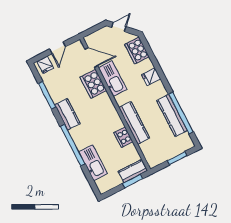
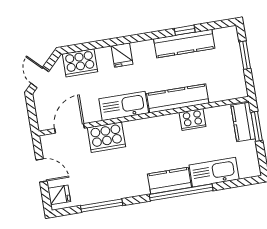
kitchen sink: (112, 79) -> (124, 106), moved
window: (181, 113) -> (185, 30), width x0.32
kitchen counter: (67, 114) -> (169, 181), moved

